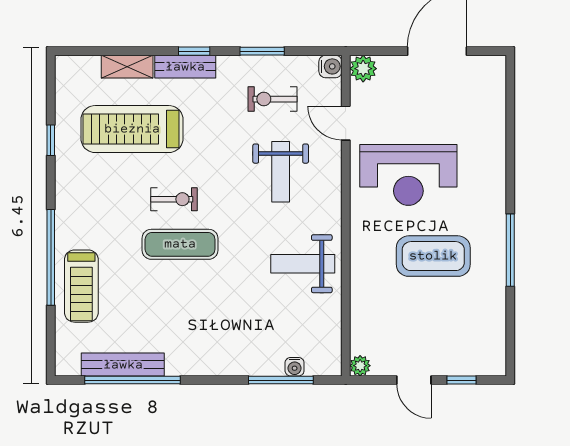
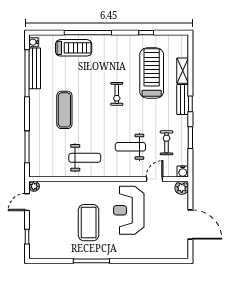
exercise mat: (180, 244) -> (64, 110), moved
weight bench: (303, 264) -> (85, 158), turned 90
treadmill: (81, 286) -> (74, 48), turned 180
water cooler: (295, 367) -> (34, 42), moved
door: (414, 380) -> (27, 202), moved

